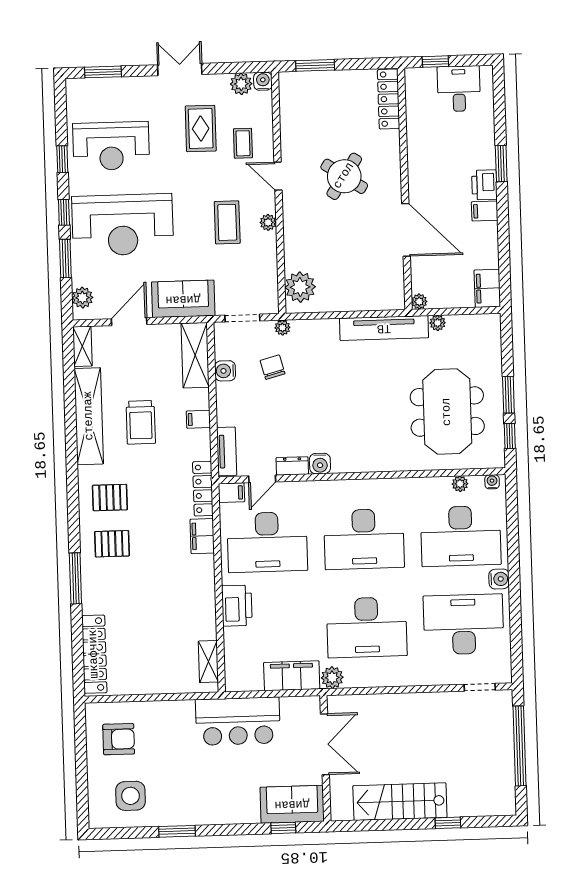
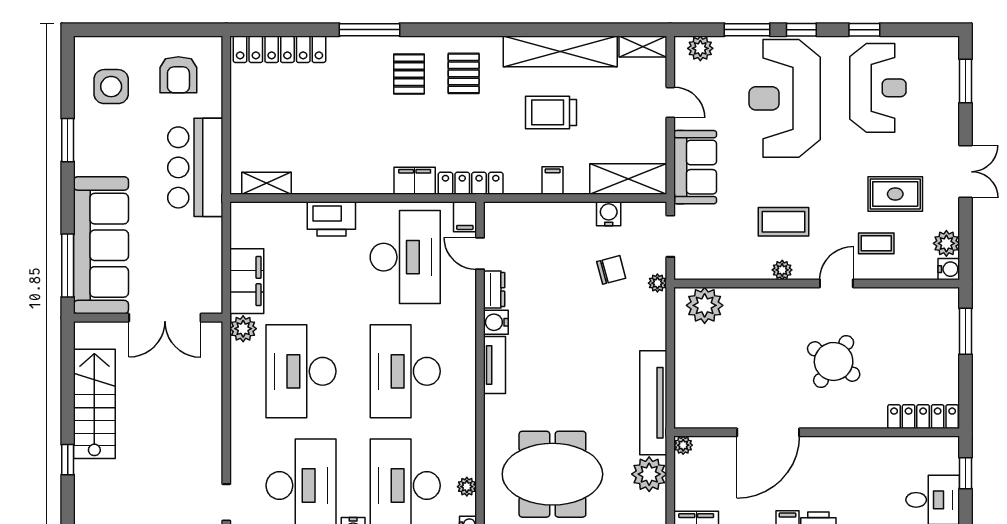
reception desk: (111, 146) -> (878, 88), turned 180
door: (129, 322) -> (670, 102), width x0.73
plant: (438, 323) -> (649, 474), width x1.87, depth x1.87
tv unit: (227, 451) -> (495, 365), moved, turned -90
desk: (267, 542) -> (405, 257), turned 180
bar counter: (238, 721) -> (195, 167), moved
sofa: (292, 804) -> (101, 245), width x1.85, depth x1.27
window: (283, 828) -> (68, 266), width x2.17

